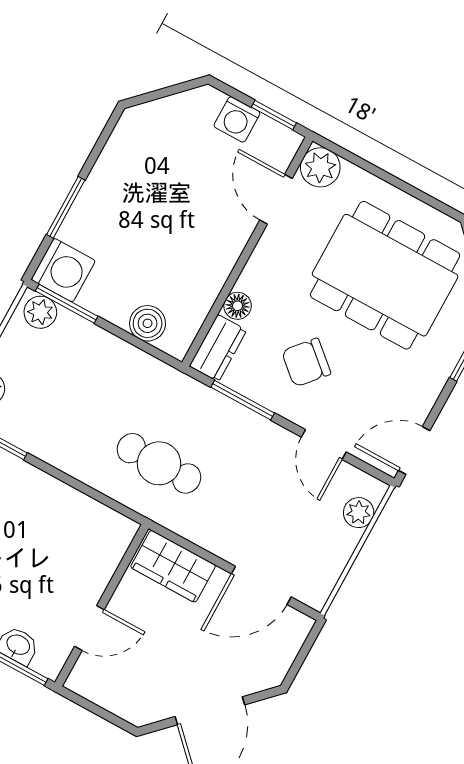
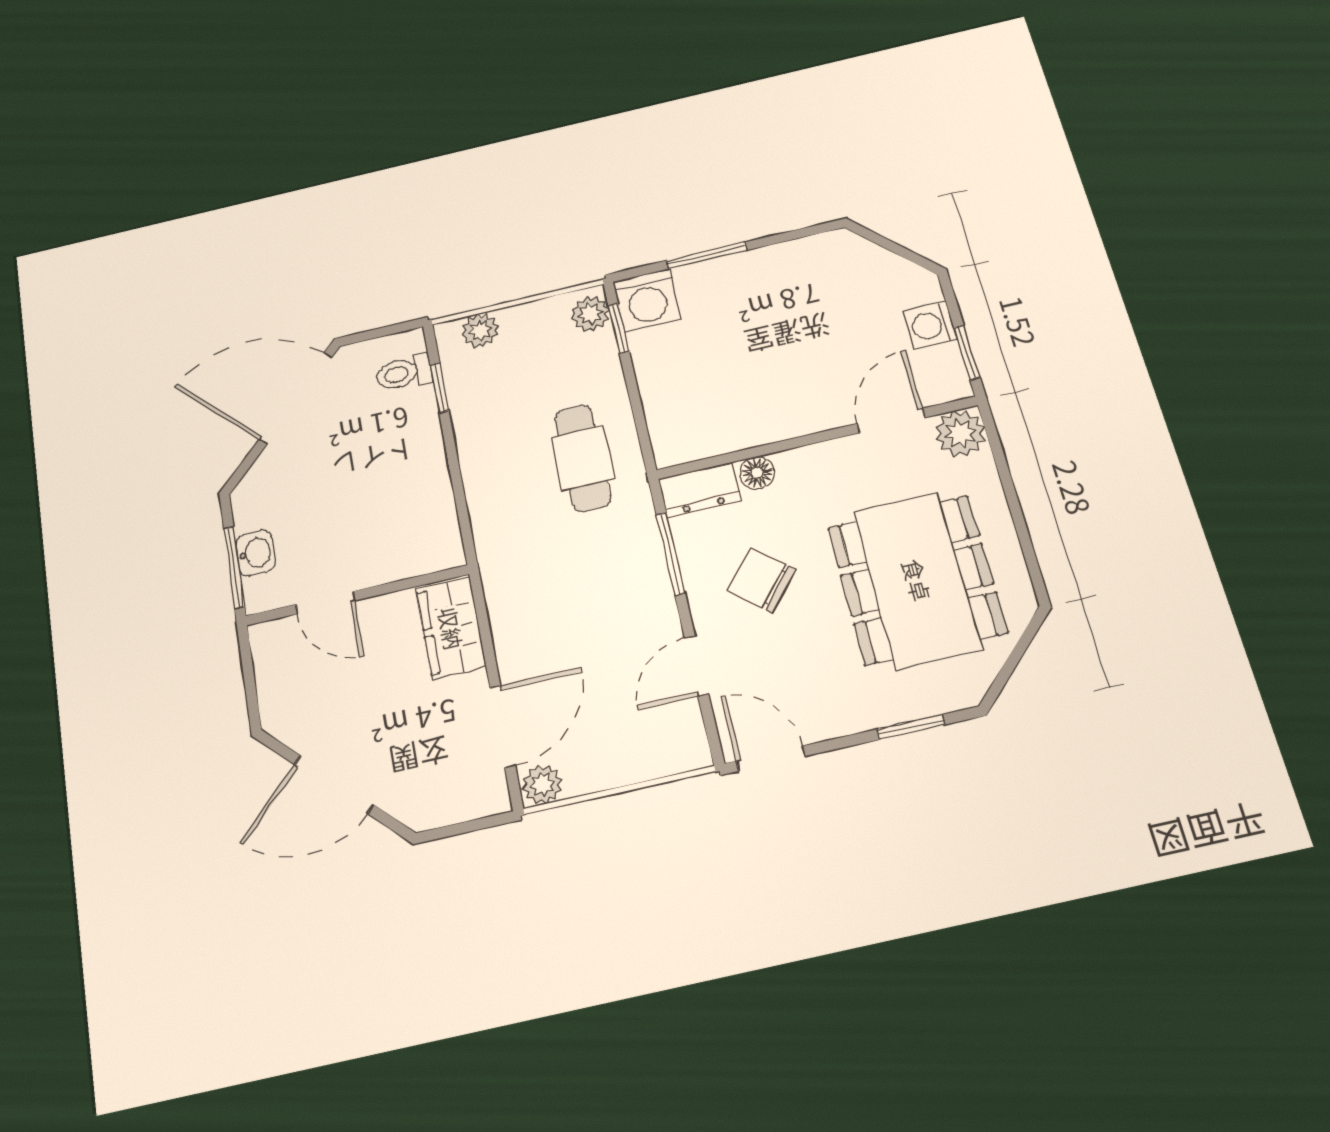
window: (67, 304) -> (619, 329), width x0.67
boiler: (148, 323) -> (665, 410), removed
cafe table: (159, 463) -> (582, 458), moved
plant: (359, 513) -> (542, 784), moved
door: (261, 585) -> (503, 726), swing flipped

